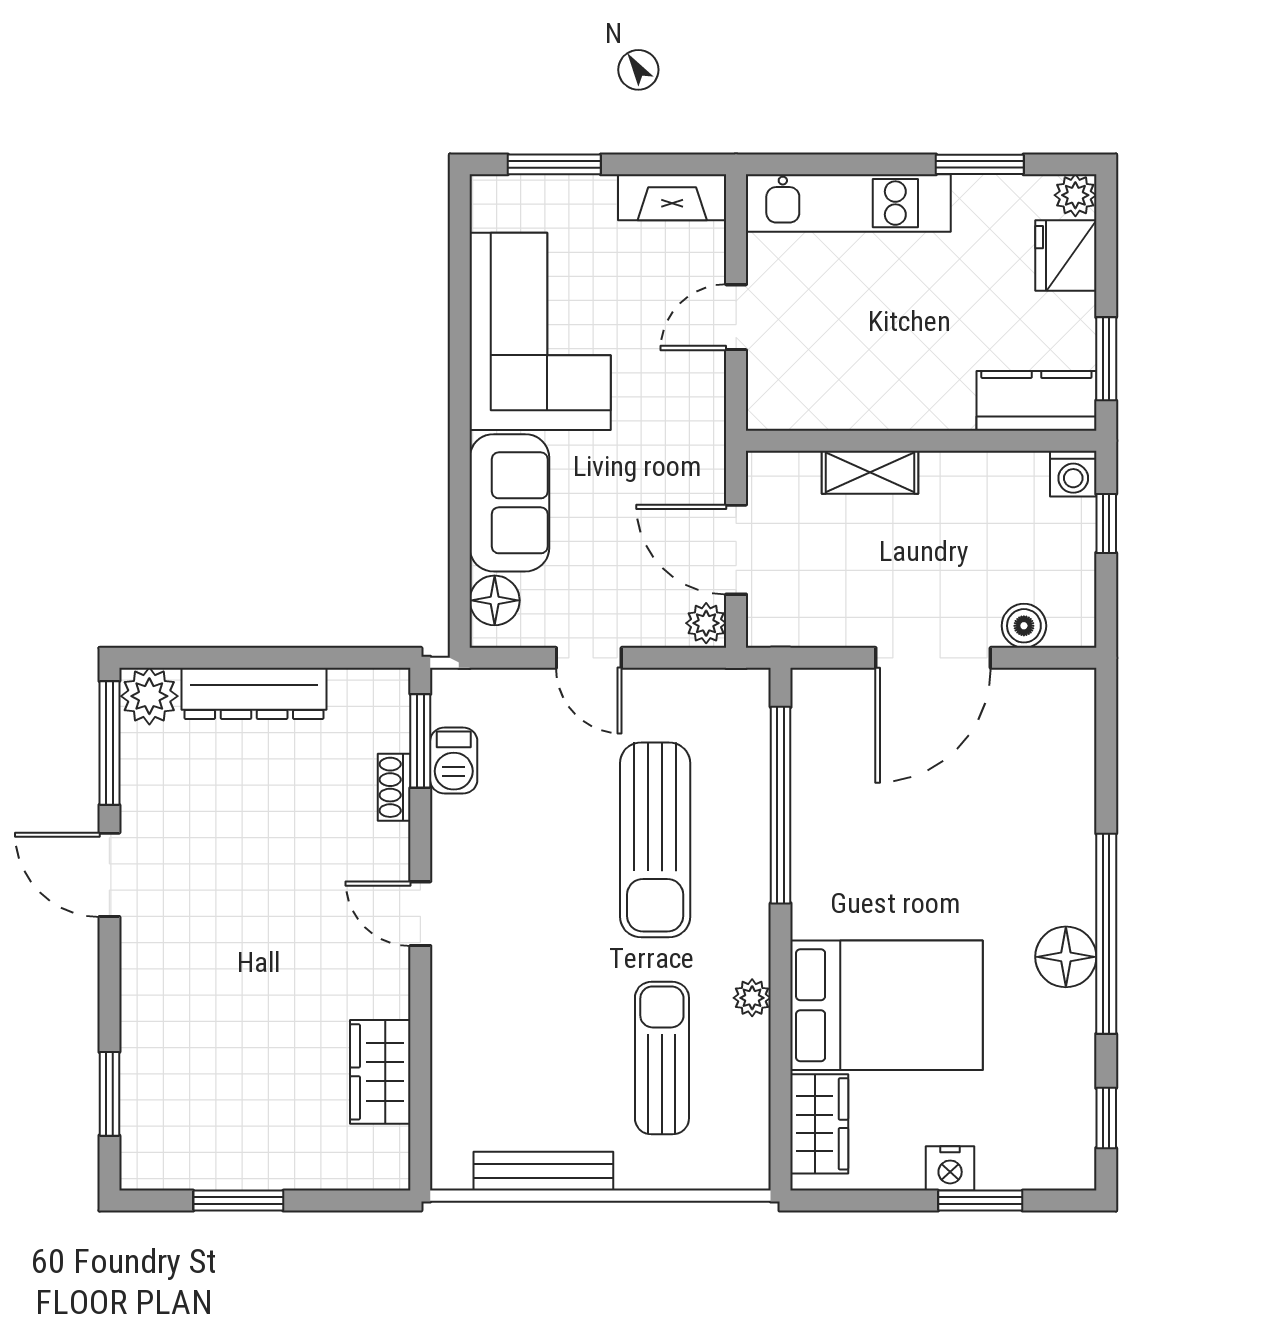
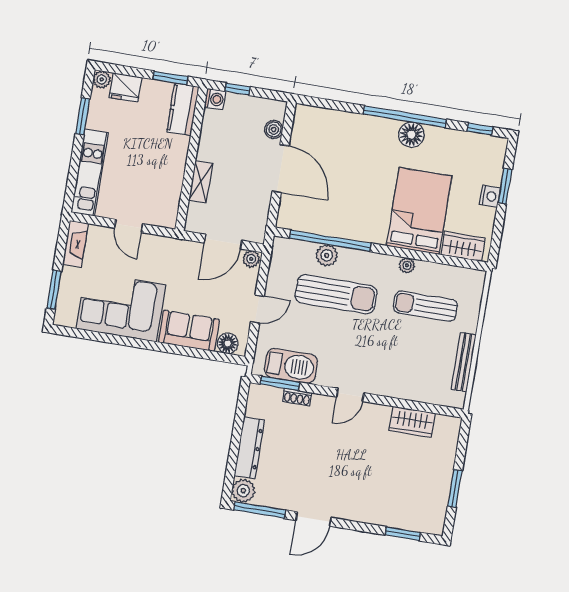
barbecue: (454, 761) -> (291, 366), width x1.88, depth x1.53
plant: (744, 802) -> (327, 255), added

